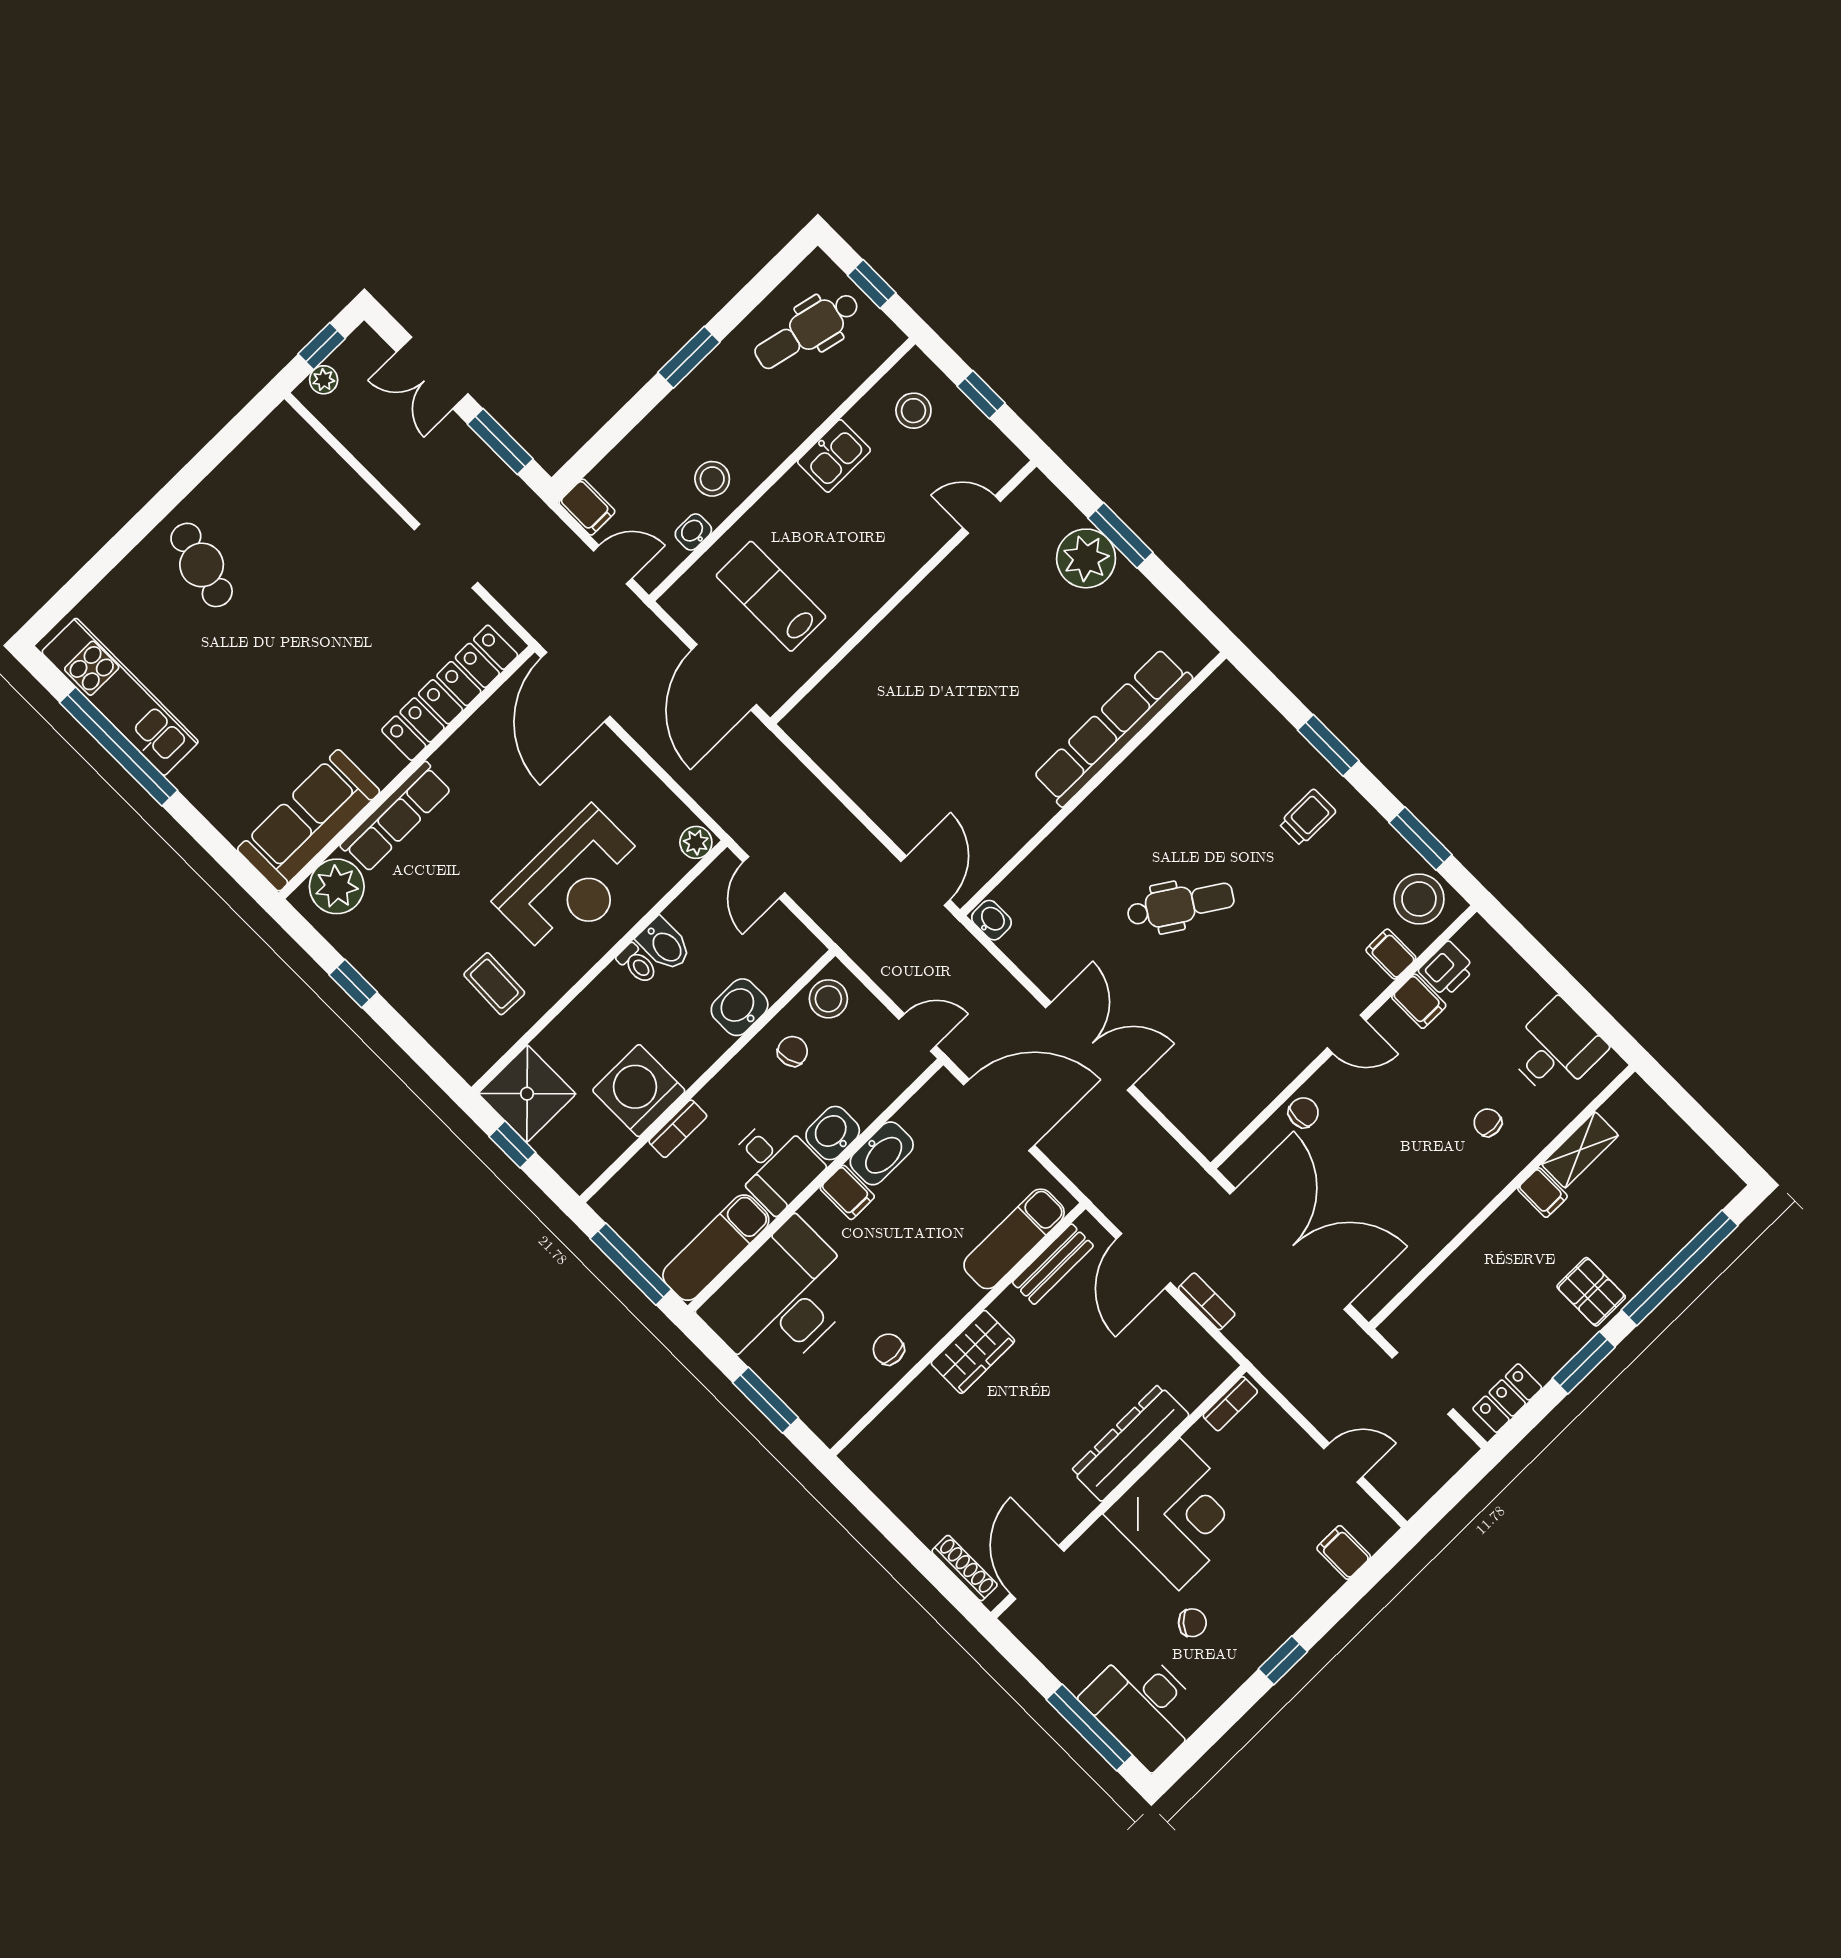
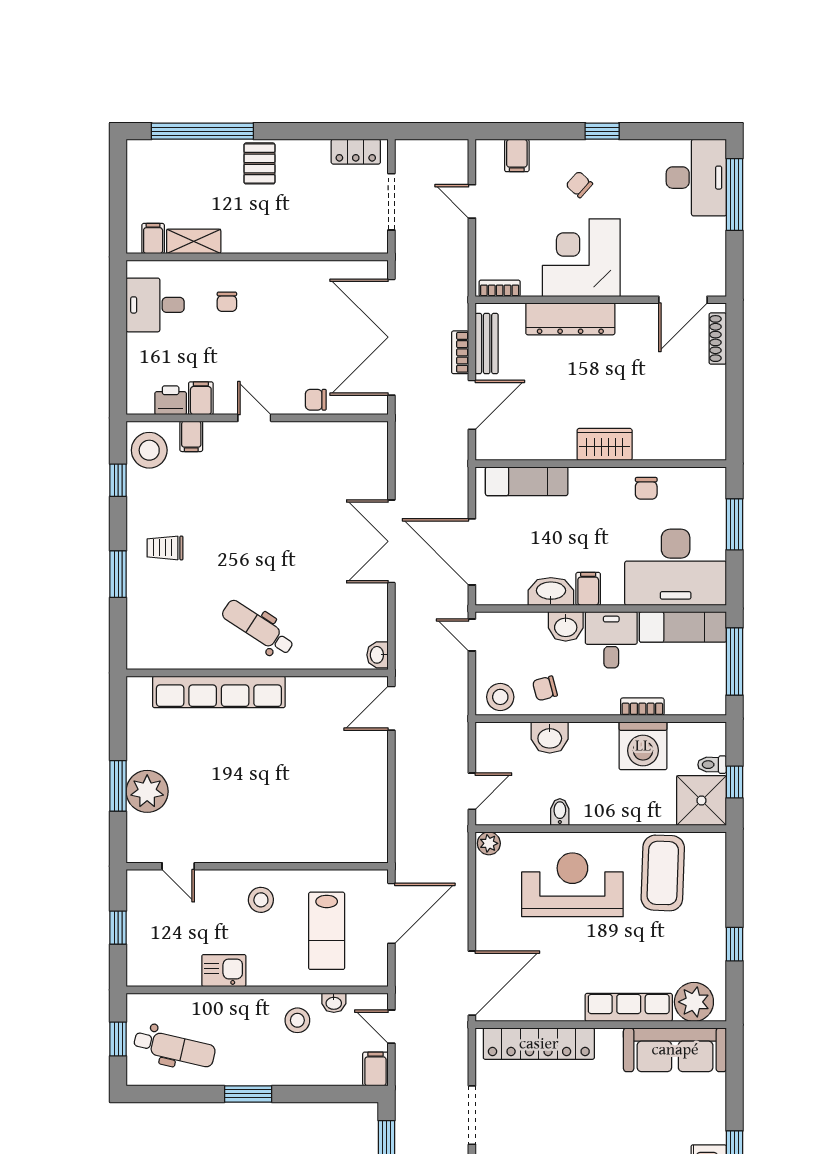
stool: (913, 411) -> (261, 900), moved
window: (1420, 839) -> (118, 480), width x0.67
dental chair: (1181, 905) -> (258, 628), moved
bidet: (664, 945) -> (560, 812), width x0.72, depth x0.74
toilet: (637, 964) -> (712, 765), moved, turned -90
coffee table: (494, 984) -> (663, 873), width x1.86, depth x1.72
filing cabinet: (1542, 1193) -> (153, 239), moved
bench: (1053, 1264) -> (487, 344), moved, turned 90
window: (1584, 1363) -> (299, 131), removed
chair: (1192, 1623) -> (579, 184), moved

